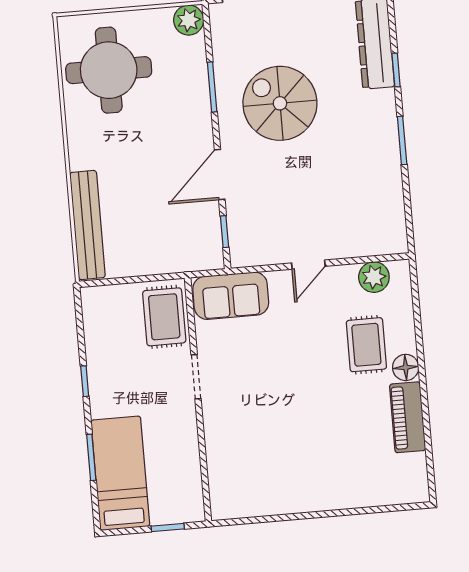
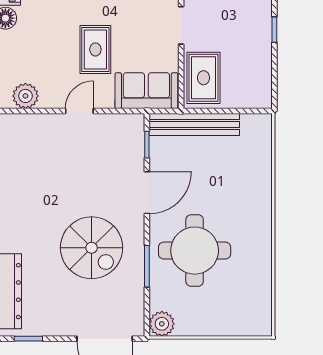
round table: (109, 70) -> (195, 251), moved
bench: (87, 225) -> (194, 125), moved, turned 90
rug: (366, 345) -> (95, 49), moved

